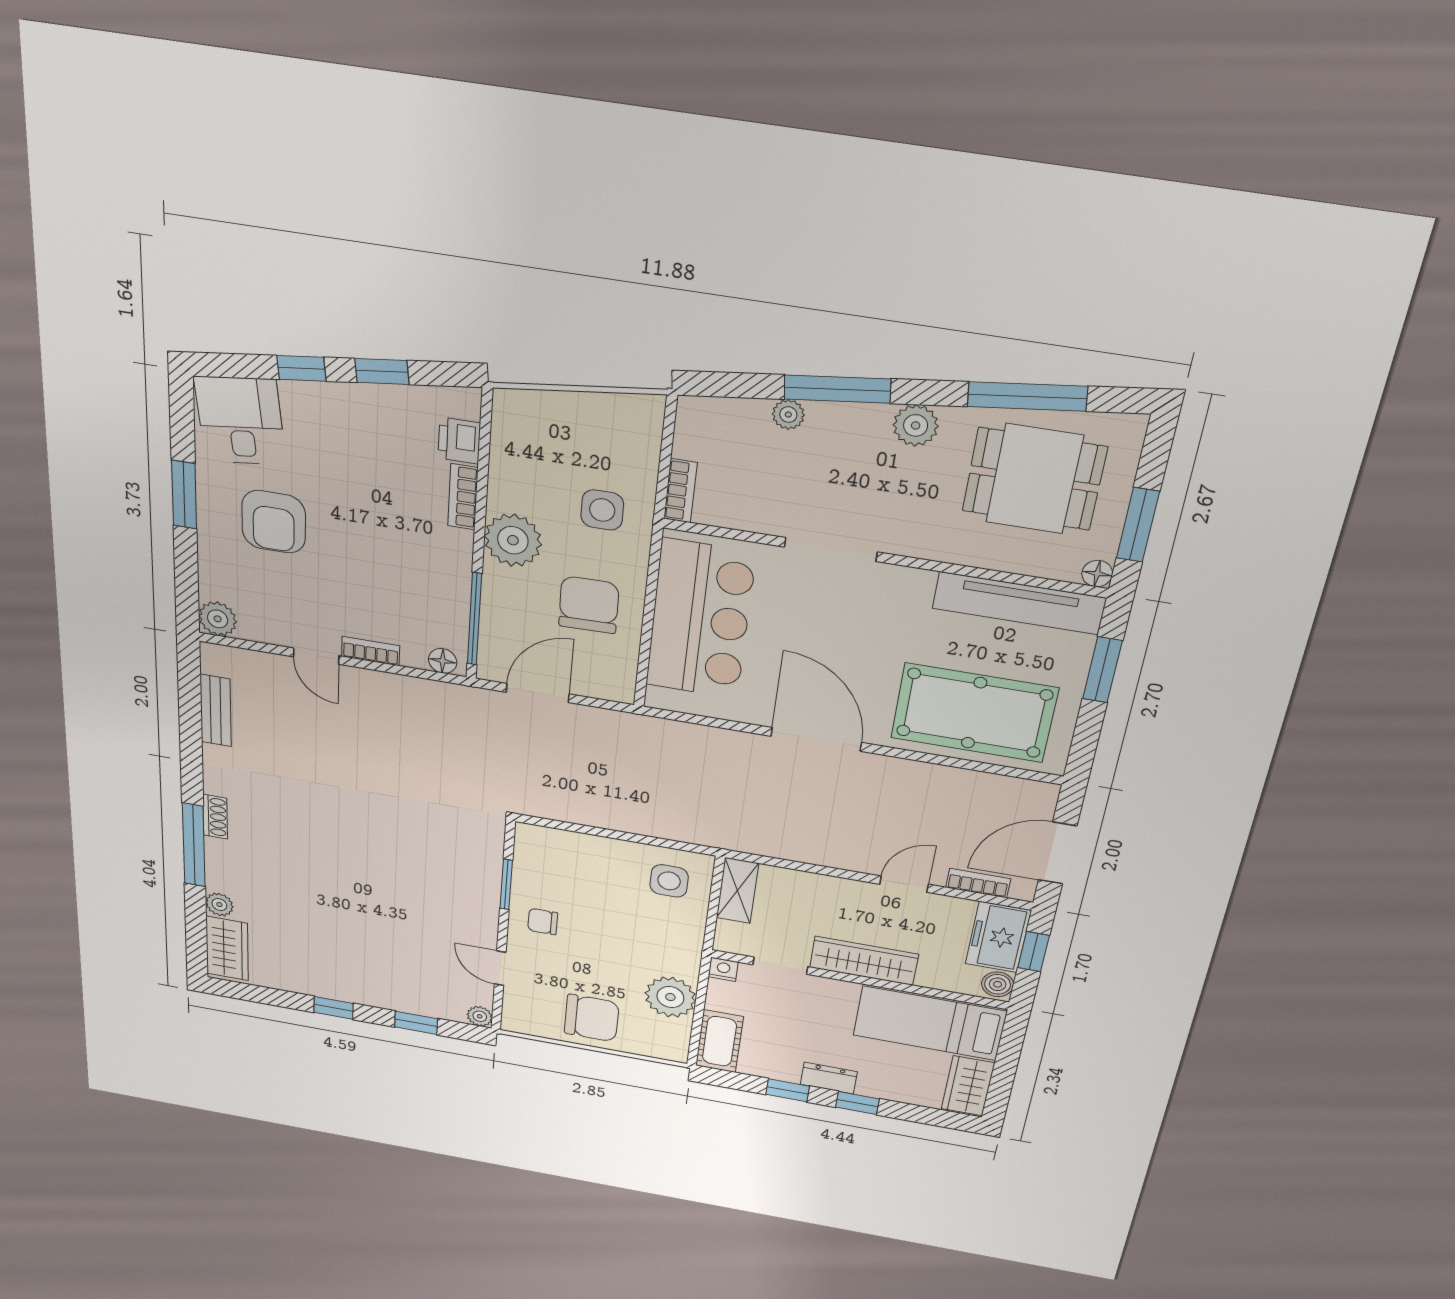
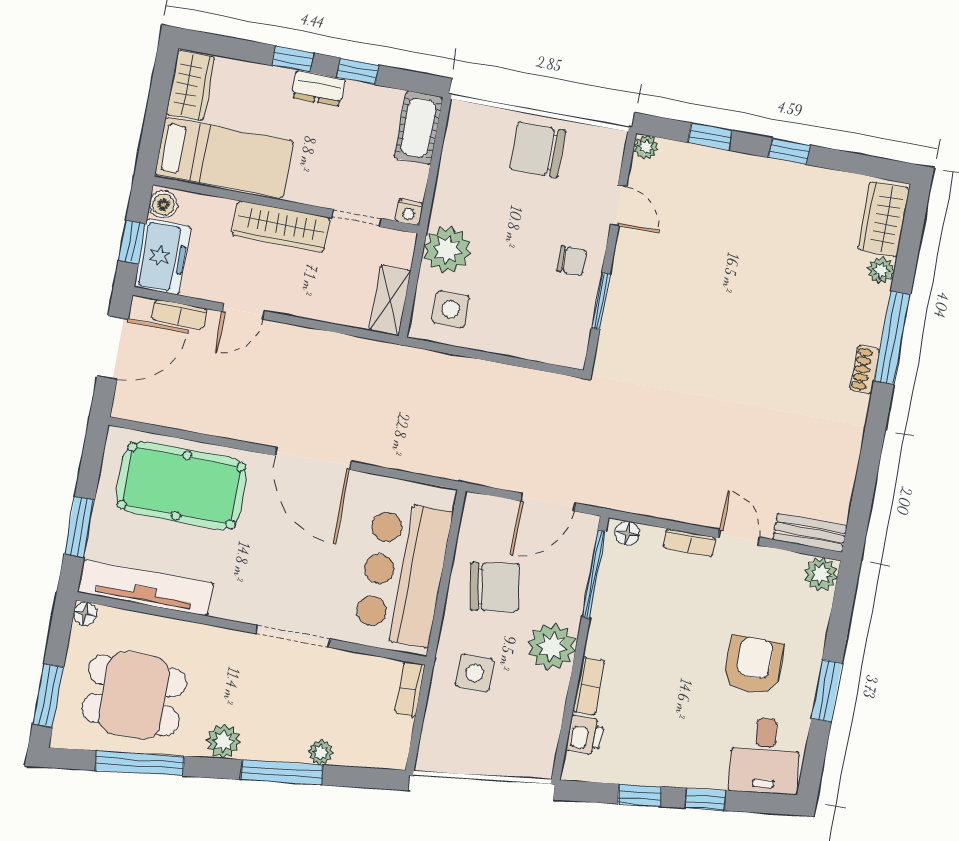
window: (1138, 525) -> (48, 695), moved
chair: (589, 605) -> (495, 587), turned -98
bench: (216, 711) -> (810, 533), moved, turned 90
plant: (670, 997) -> (447, 250), moved

